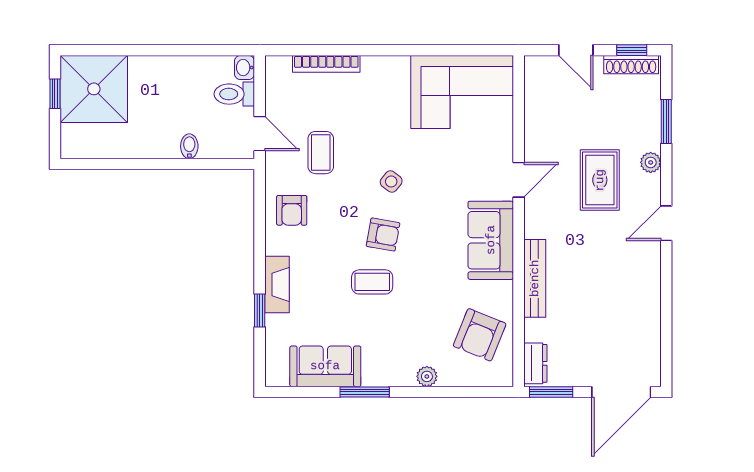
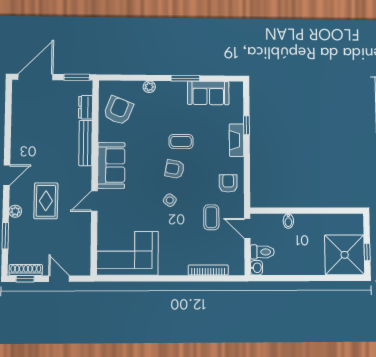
dresser: (535, 363) -> (86, 107), moved

